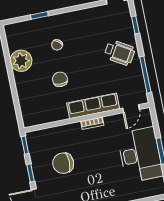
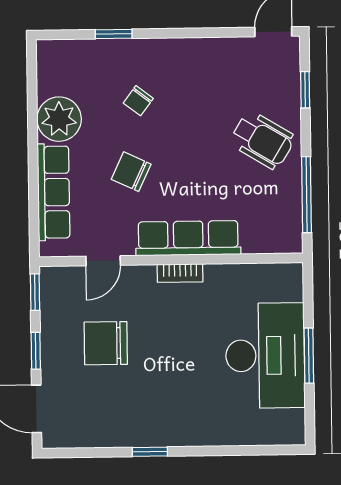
chair: (60, 79) -> (131, 172), turned -65
row of seats: (25, 96) -> (54, 192), added
door: (131, 109) -> (103, 261), moved

